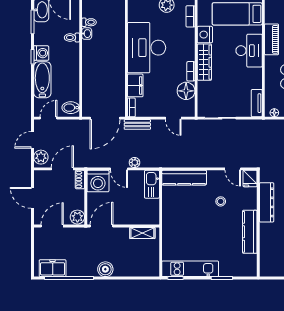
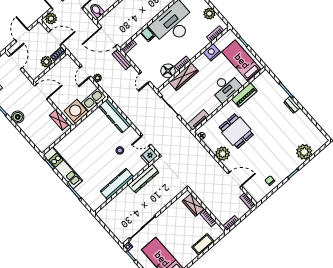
wardrobe: (204, 62) -> (184, 77), moved
filing cabinet: (135, 85) -> (148, 34), width x0.50
door: (233, 169) -> (146, 140), hinge flipped
washing machine: (98, 181) -> (76, 112), moved, turned 90
plant: (77, 217) -> (46, 62), moved
door: (52, 226) -> (15, 62), hinge flipped

